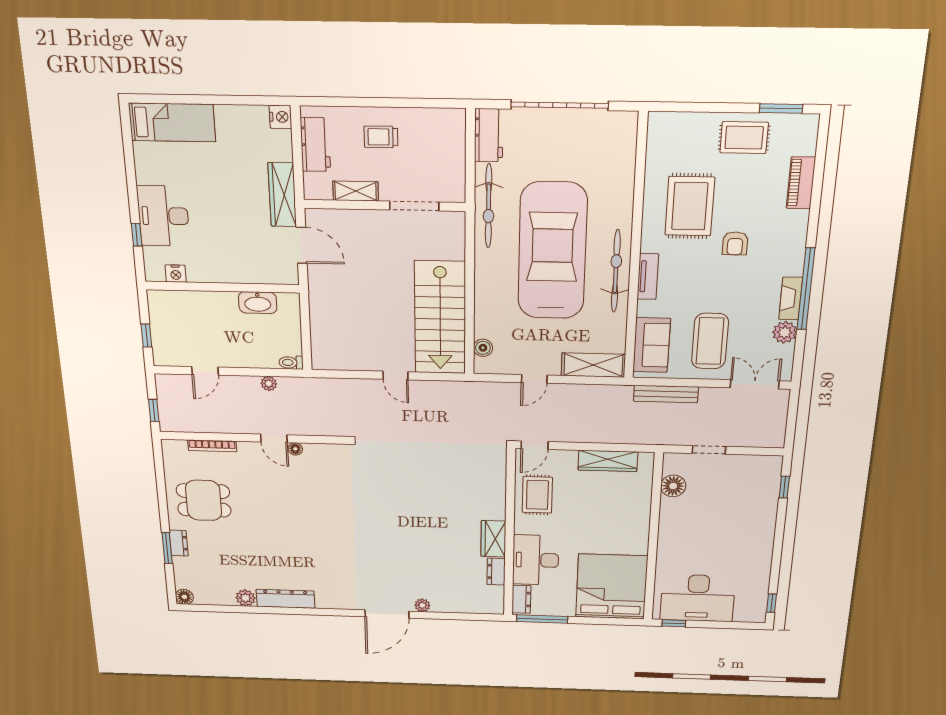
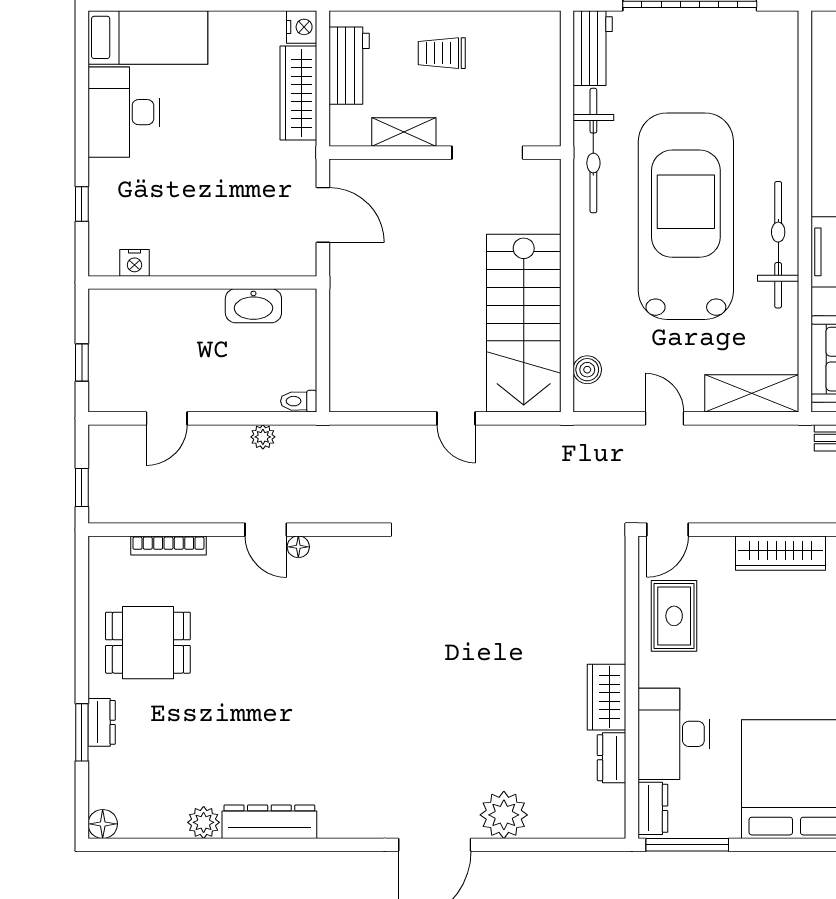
wardrobe: (282, 195) -> (298, 93), moved
desk: (163, 216) -> (124, 112), moved
door: (534, 379) -> (665, 418), swing flipped
plant: (422, 605) -> (504, 815), width x1.87, depth x1.87

